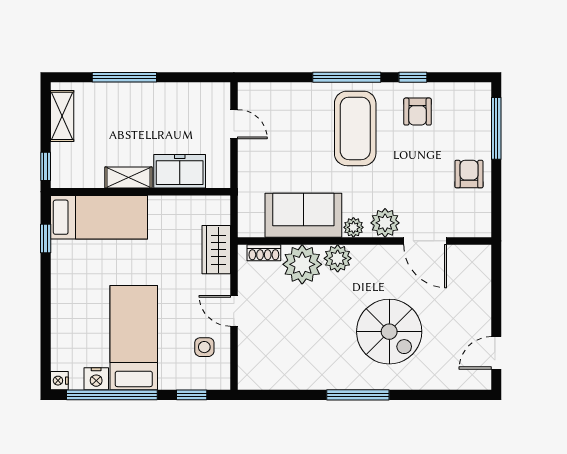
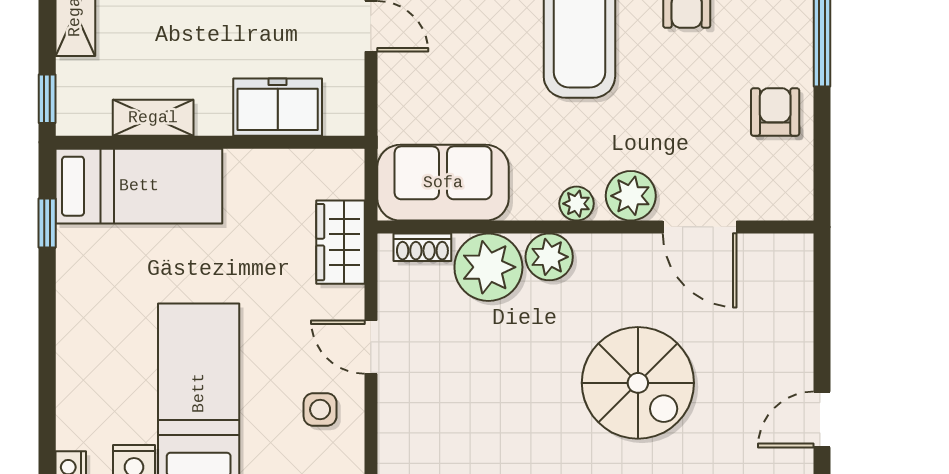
shelving: (128, 177) -> (153, 118), moved
sofa: (303, 215) -> (443, 183), moved

